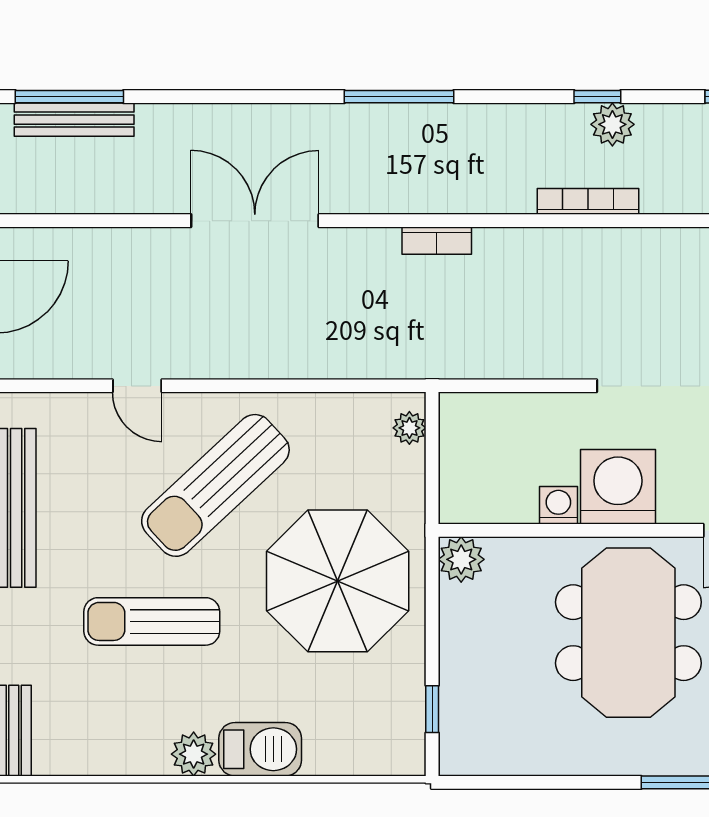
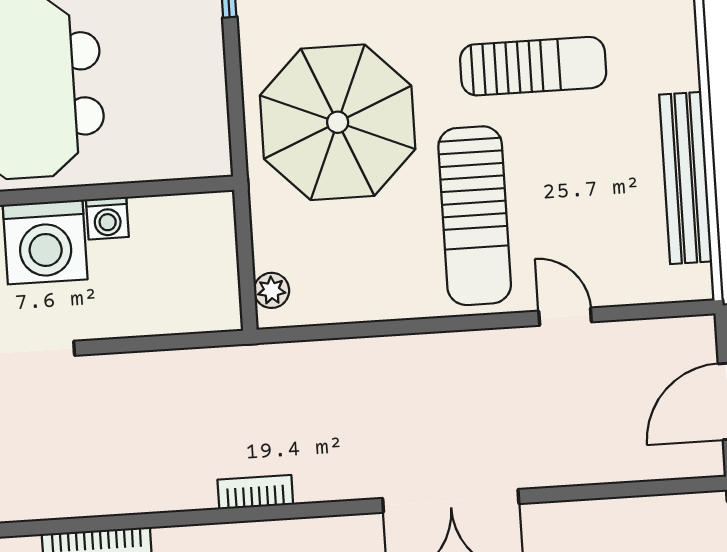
sun lounger: (215, 485) -> (475, 216), turned 133
plant: (461, 559) -> (207, 154), removed

